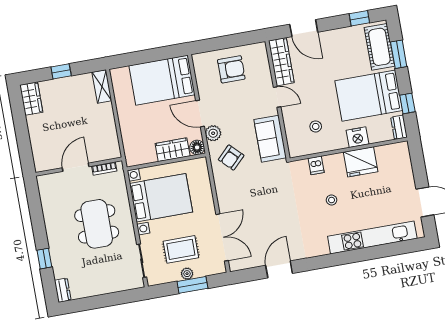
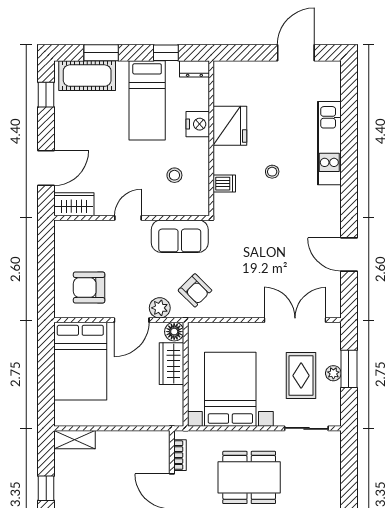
wardrobe: (281, 62) -> (74, 204), width x0.67
armchair: (231, 69) -> (89, 288), moved, turned -90
bed: (369, 96) -> (147, 100), width x0.67
kitchen unit: (372, 237) -> (329, 143), width x0.73

